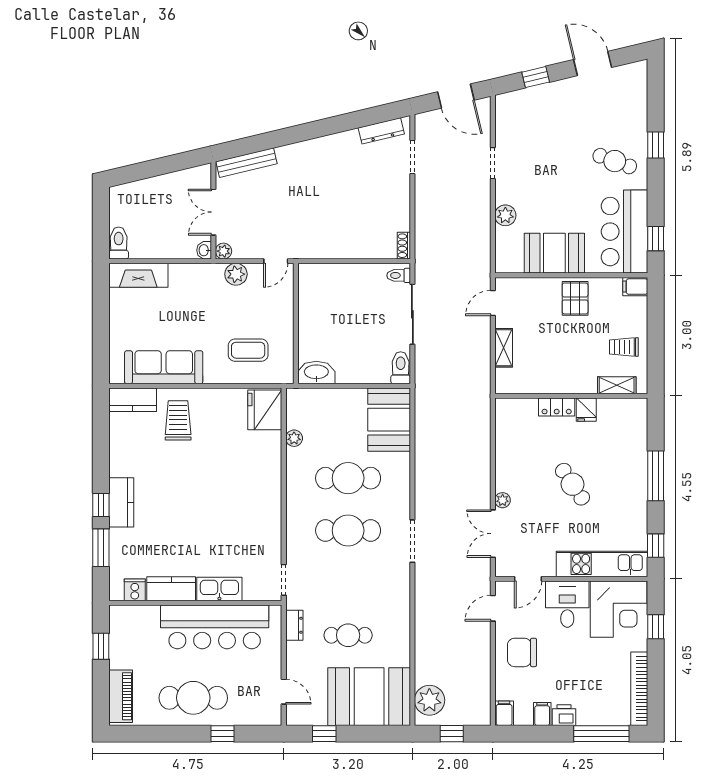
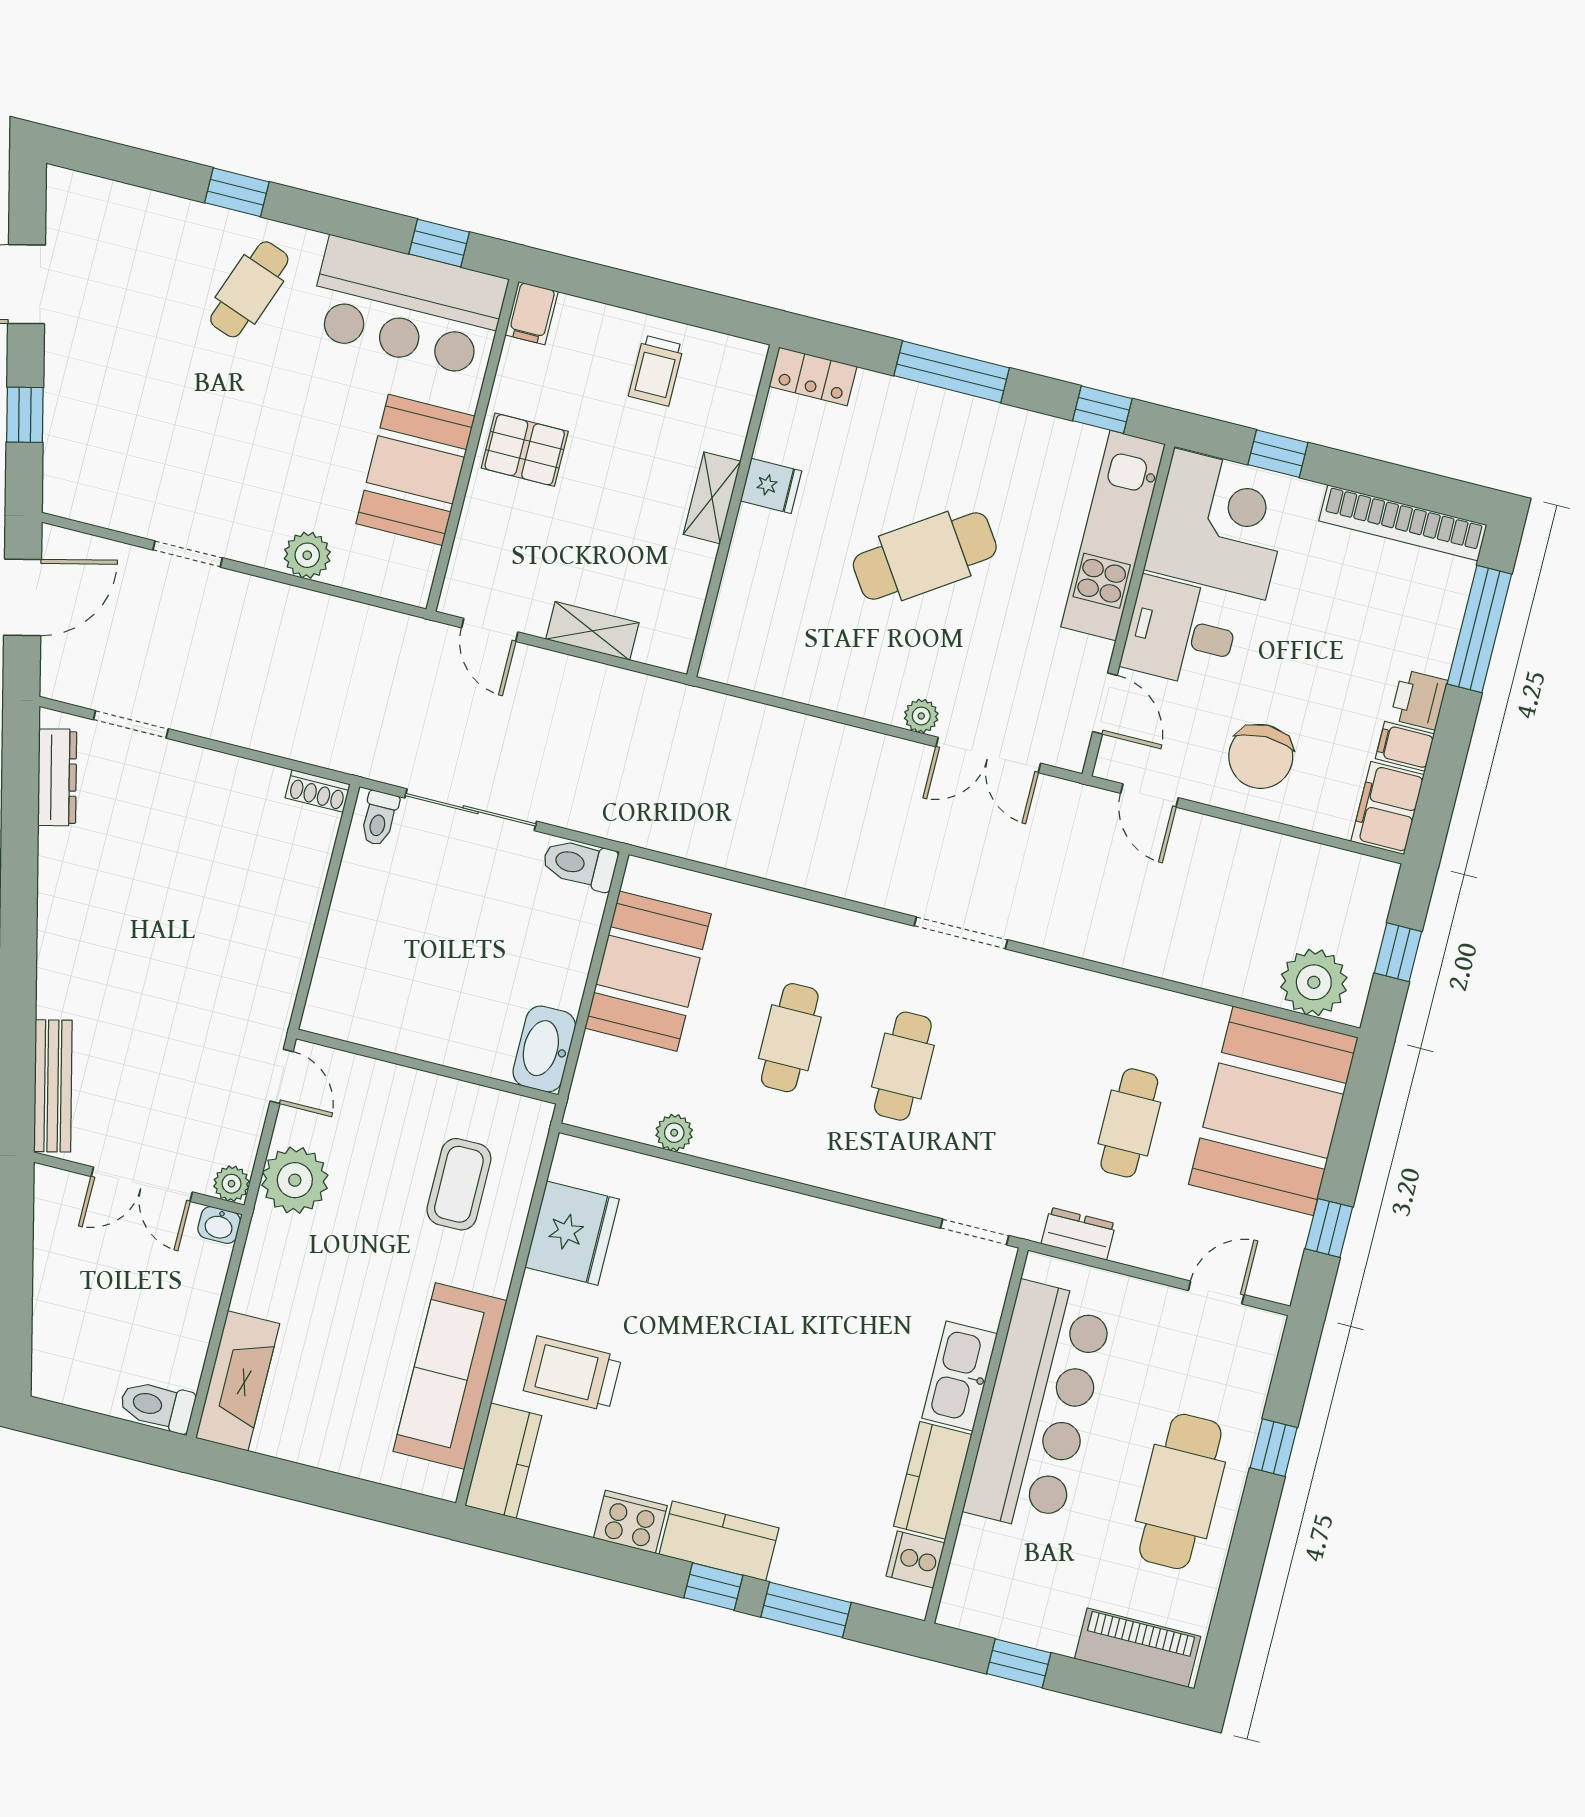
plant: (236, 274) -> (295, 1180), width x1.36, depth x1.36
shelving: (617, 385) -> (712, 498), moved
locker: (557, 407) -> (813, 376), moved, turned 90
fridge: (265, 410) -> (572, 1233), moved, turned -90
booth: (389, 420) -> (648, 971), moved, turned 90
cooker: (120, 462) -> (630, 1522), added
cafe table: (348, 478) -> (790, 1038), width x0.73, depth x0.74
cafe table: (573, 484) -> (925, 556), width x1.37, depth x1.35
cafe table: (348, 531) -> (903, 1066), width x0.73, depth x0.74
filing cabinet: (504, 713) -> (1387, 808), width x2.00

